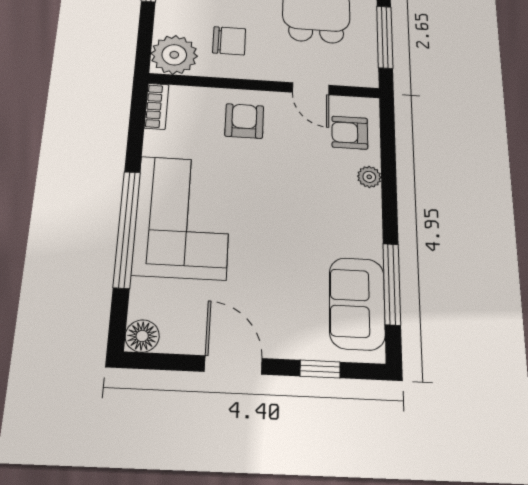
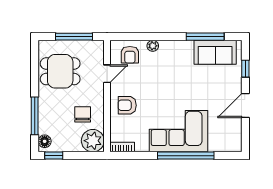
floor lamp: (142, 336) -> (235, 145), removed

